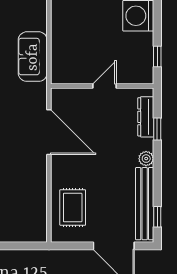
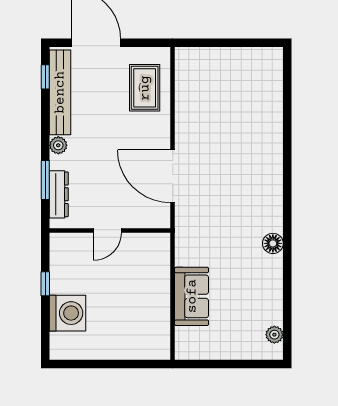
sofa: (33, 57) -> (192, 296), moved
window: (157, 57) -> (45, 284), moved
window: (157, 129) -> (45, 180), width x1.50

